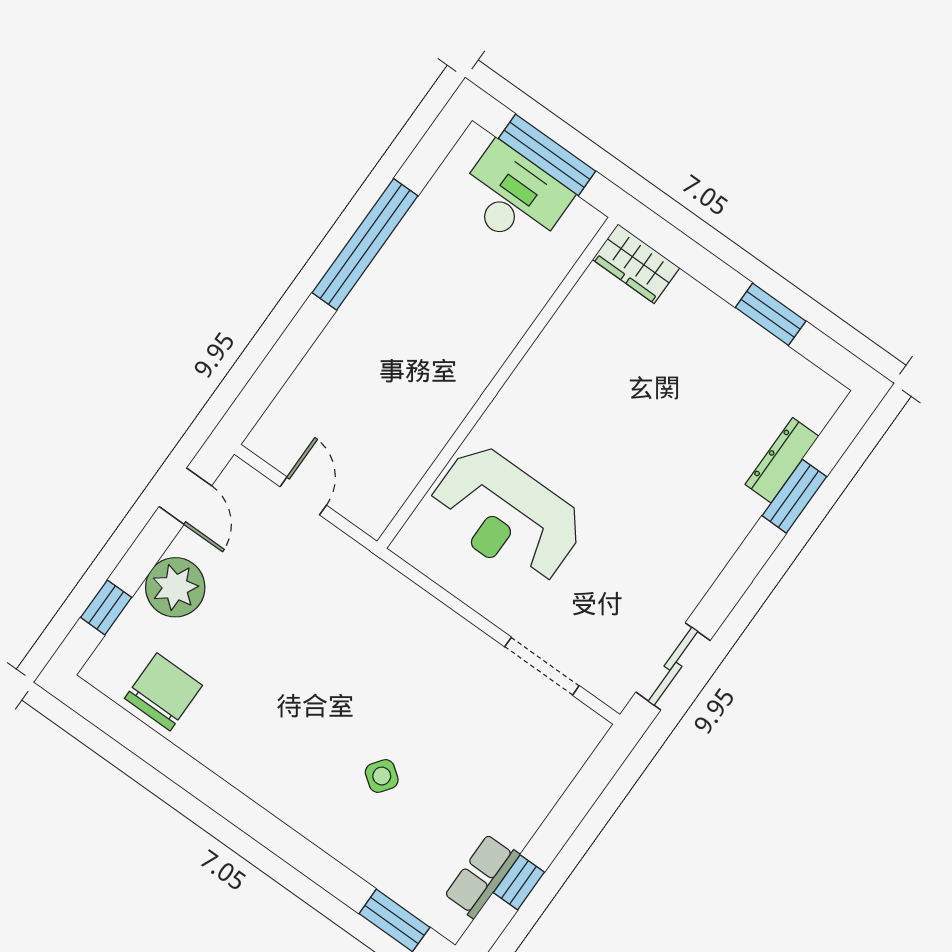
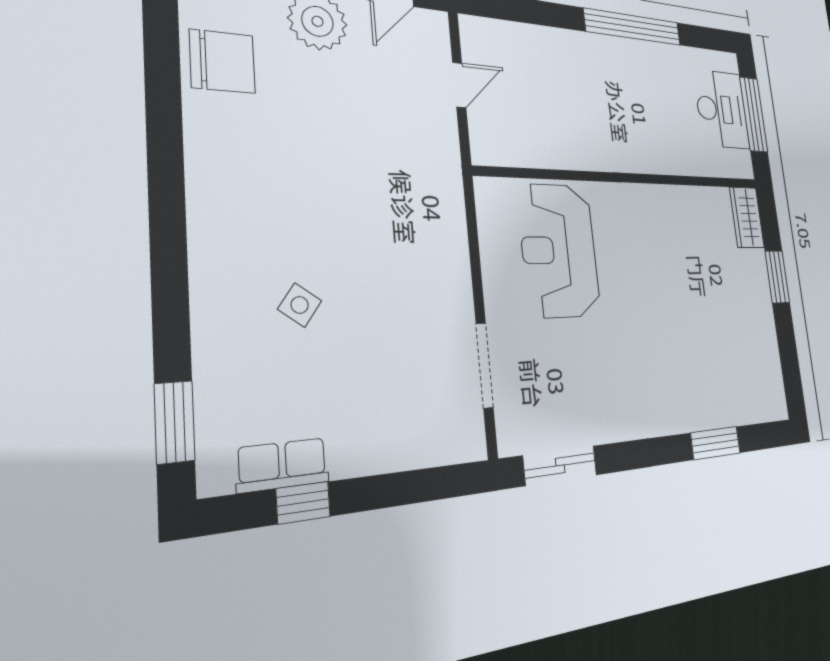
window: (771, 314) -> (777, 277), moved
dresser: (782, 460) -> (726, 414), removed

